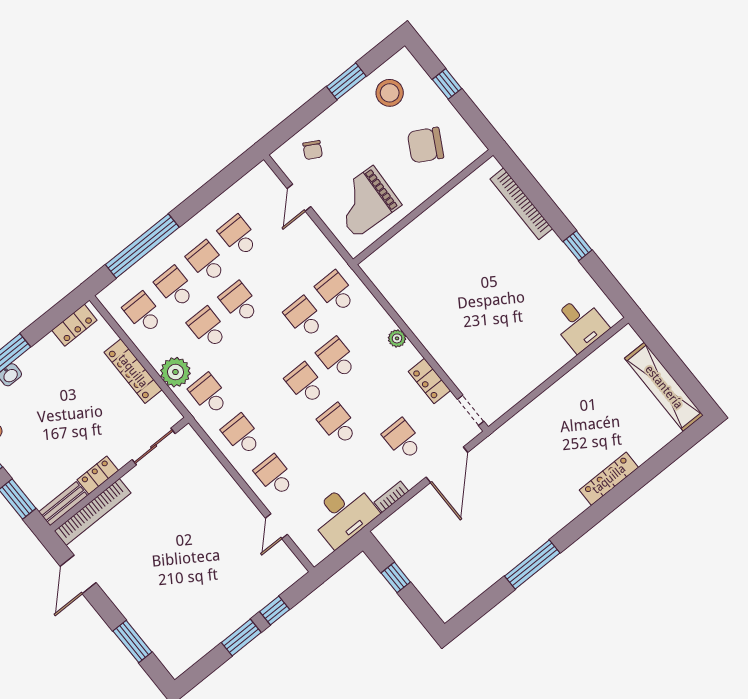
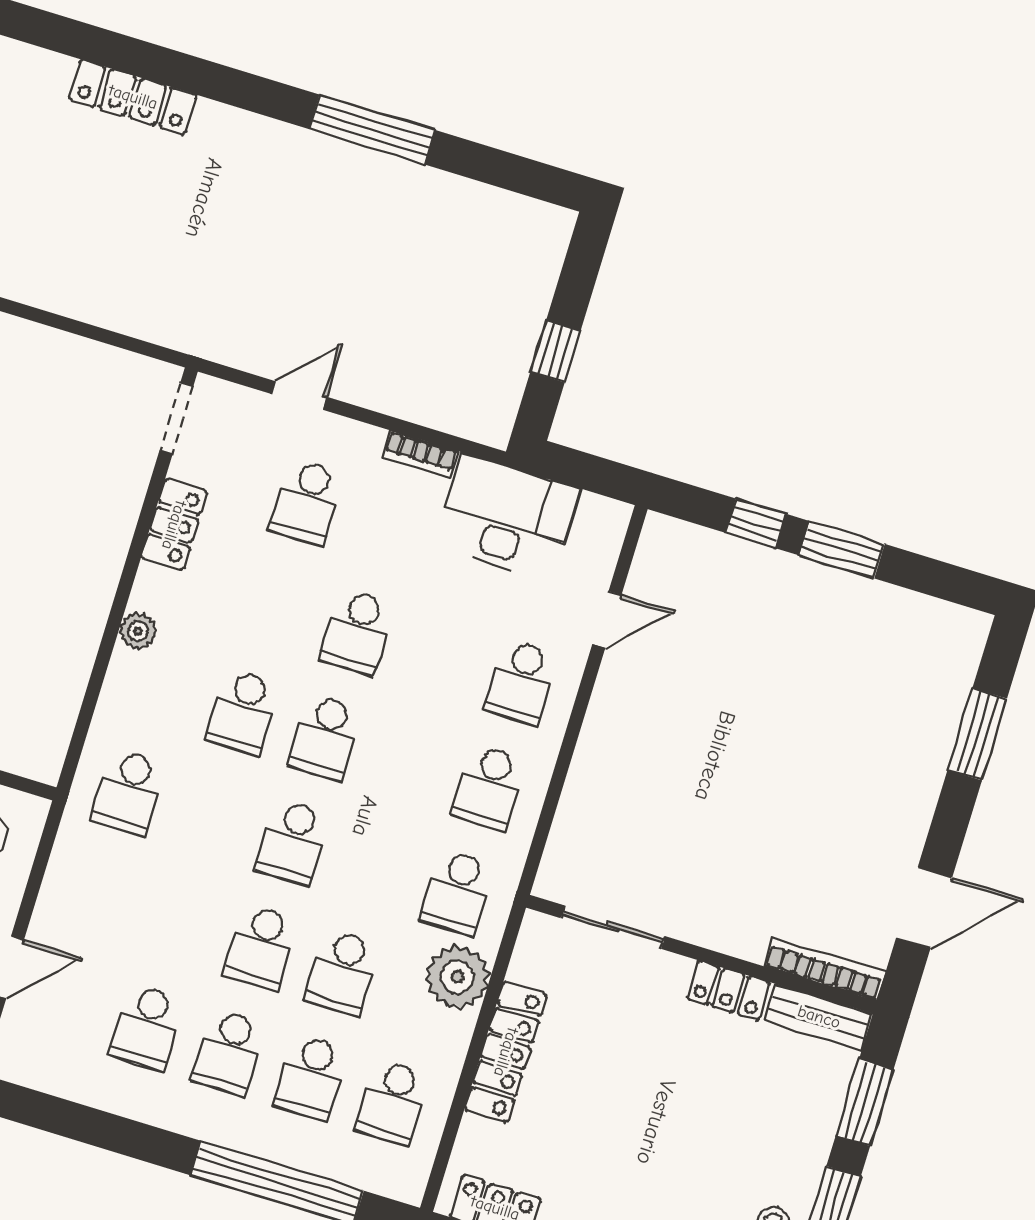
school desk: (304, 317) -> (293, 842), moved
door: (447, 465) -> (299, 395), width x0.53
bookcase: (93, 512) -> (825, 969), width x0.68, depth x0.76

